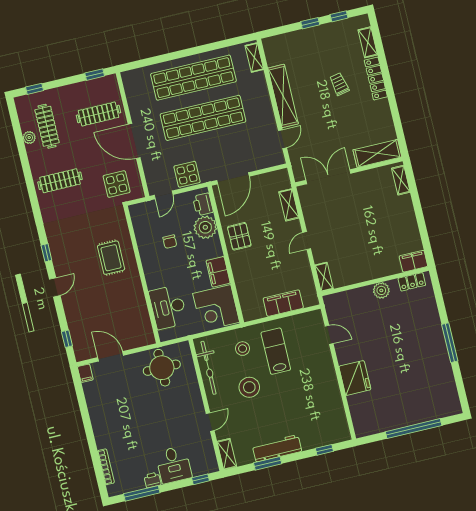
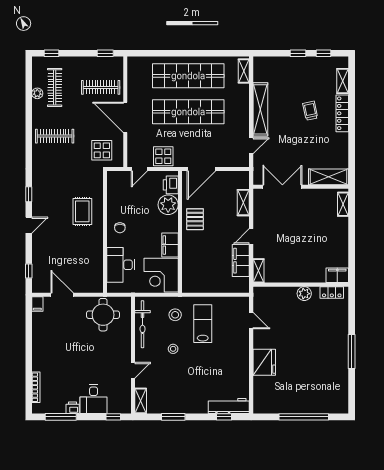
chair: (170, 242) -> (120, 228), moved
filing cabinet: (283, 303) -> (241, 261), moved, turned -90
stool: (249, 387) -> (173, 349), width x0.53, depth x0.53
workbench: (277, 448) -> (229, 406), moved

